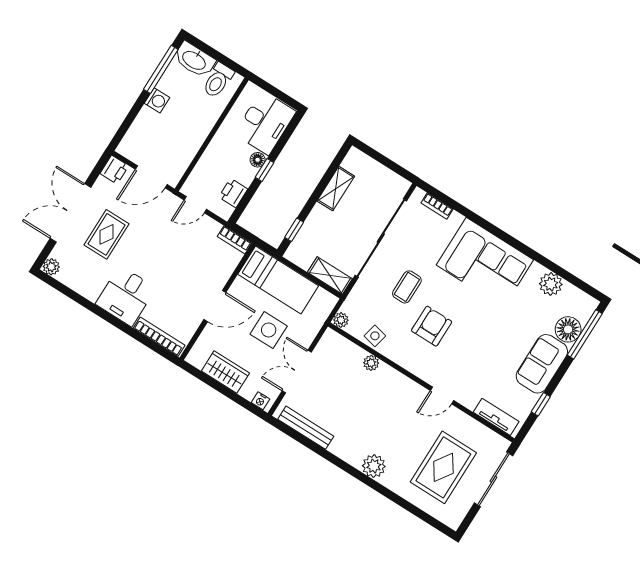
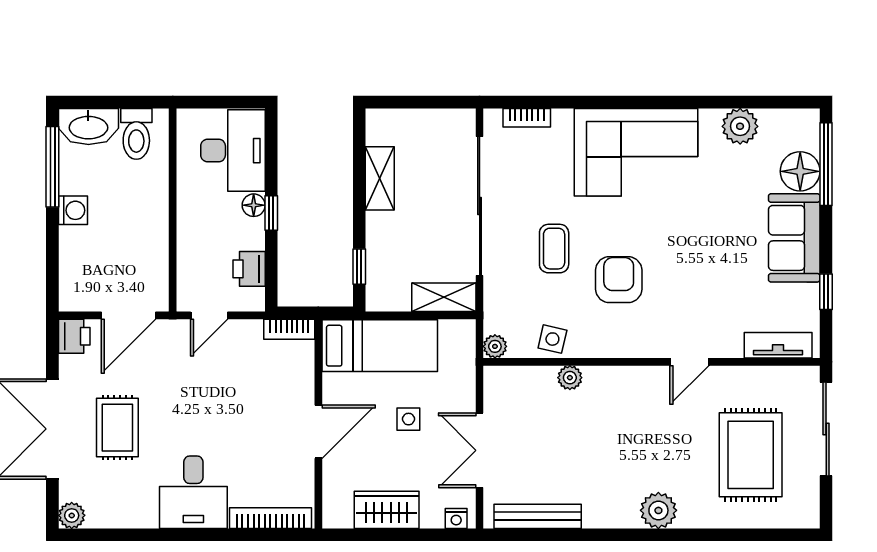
side table: (269, 330) -> (408, 419), width x0.54, depth x0.54

